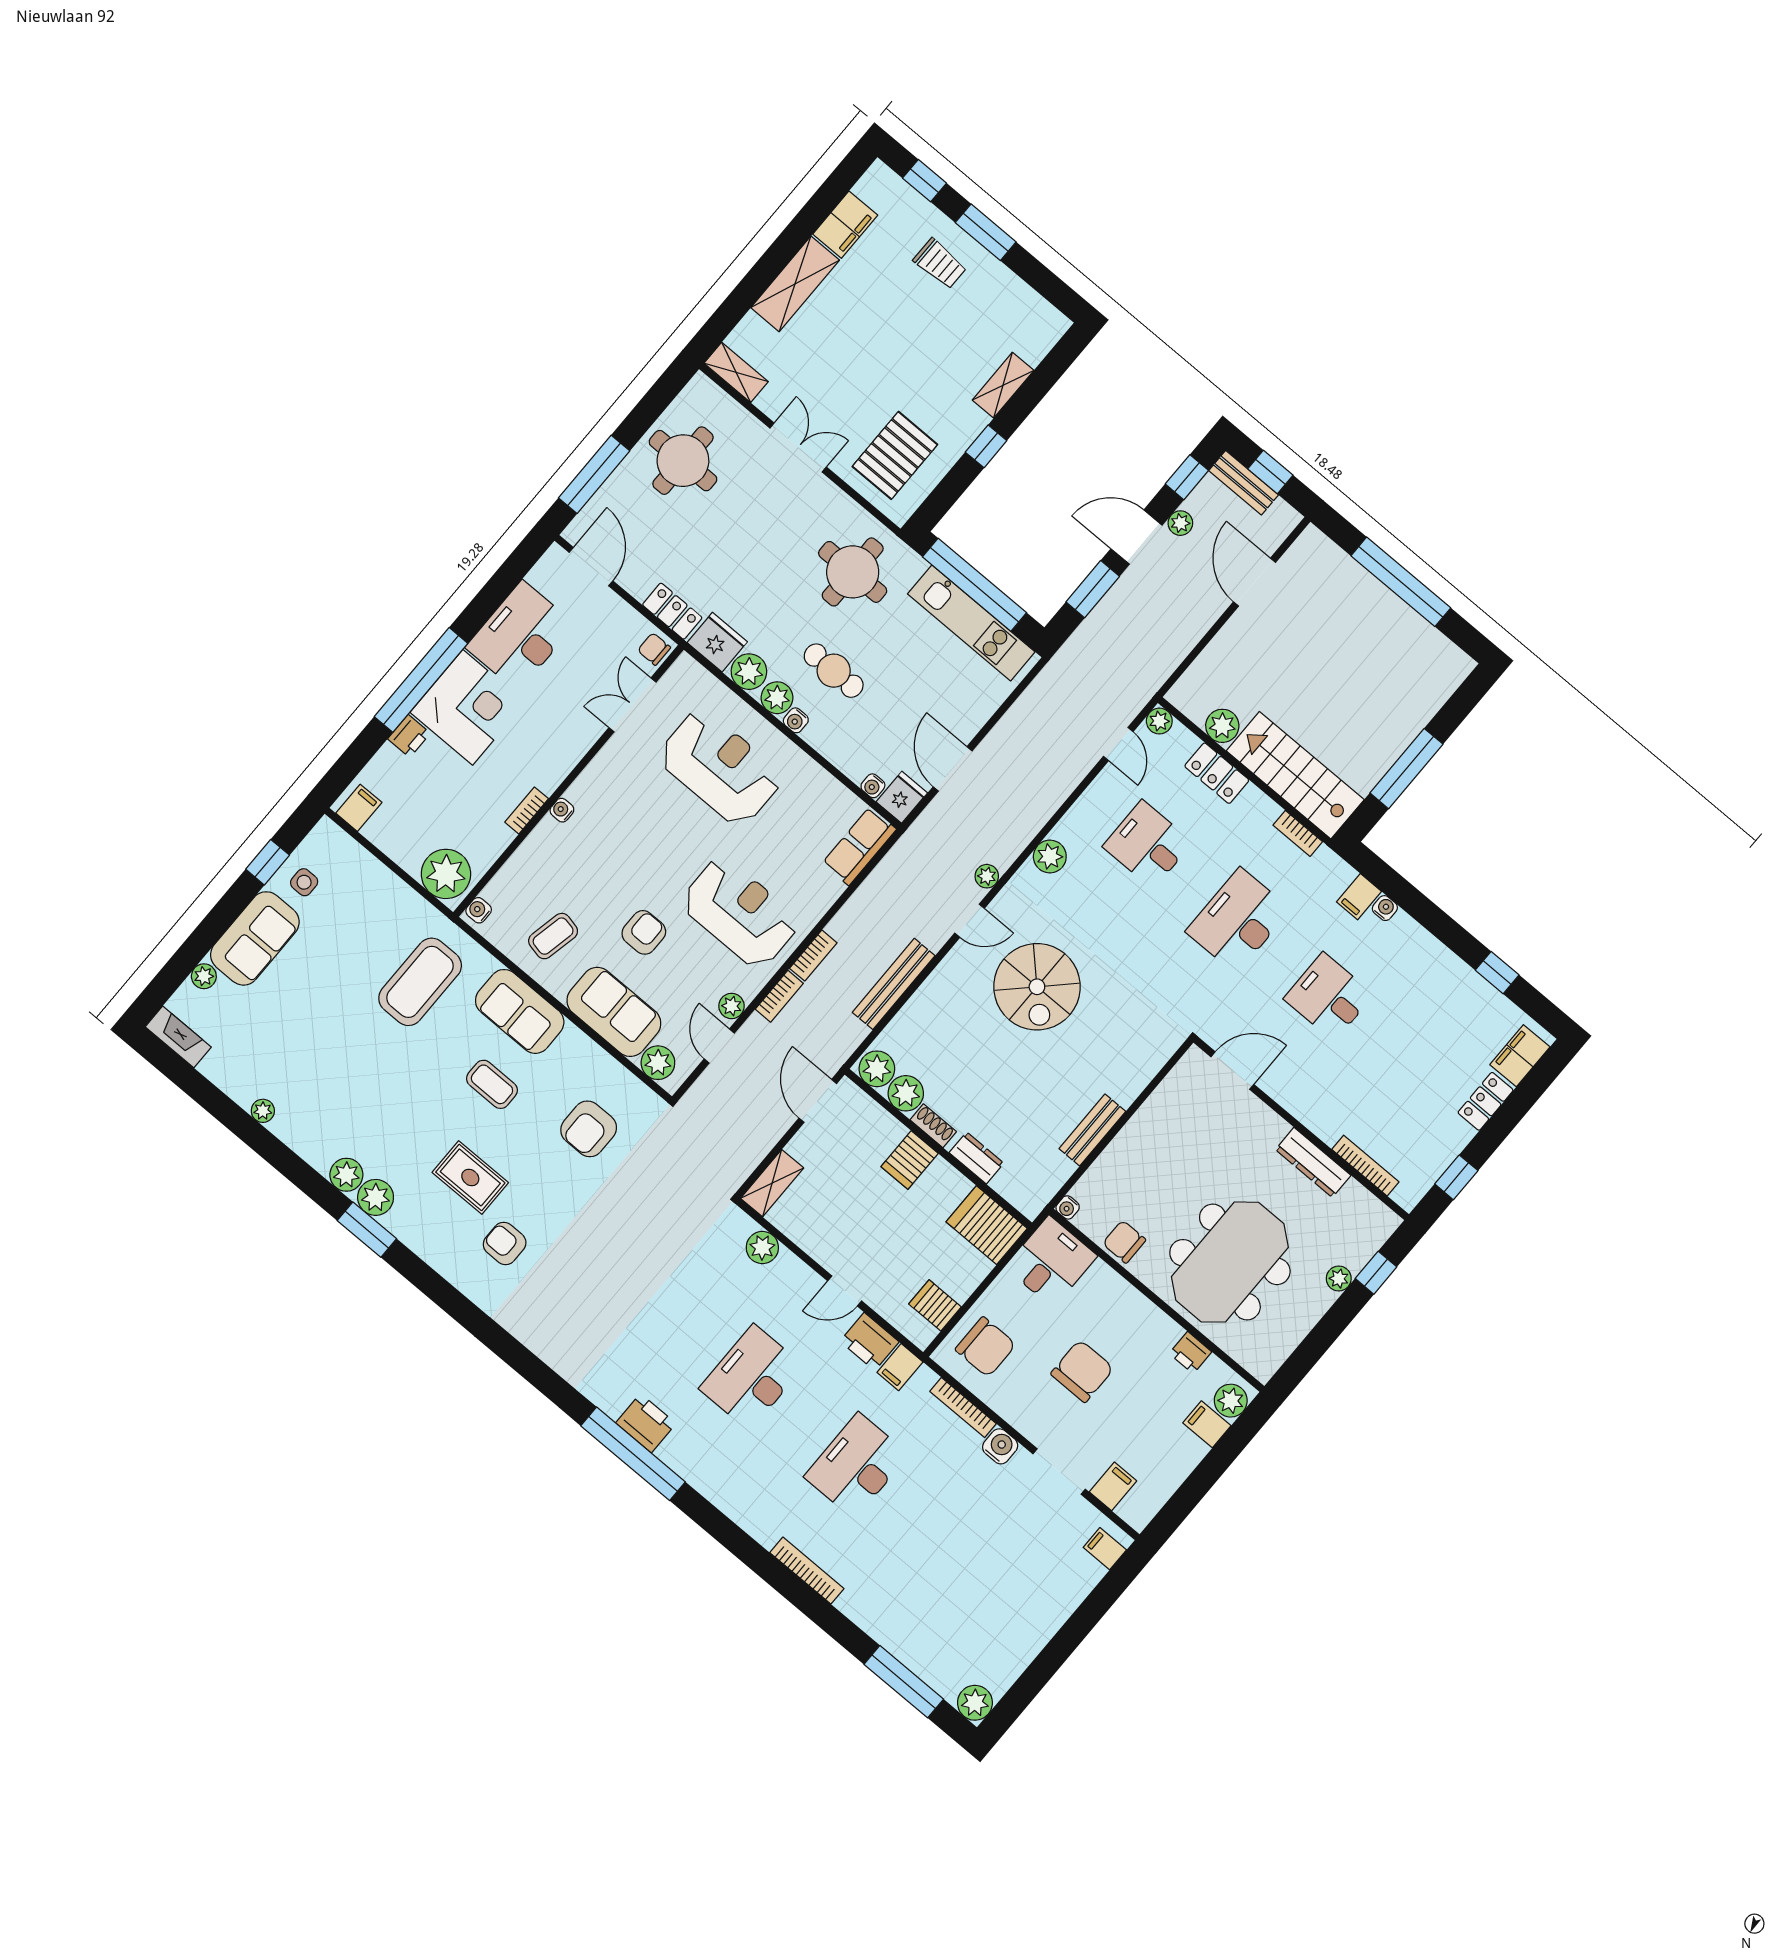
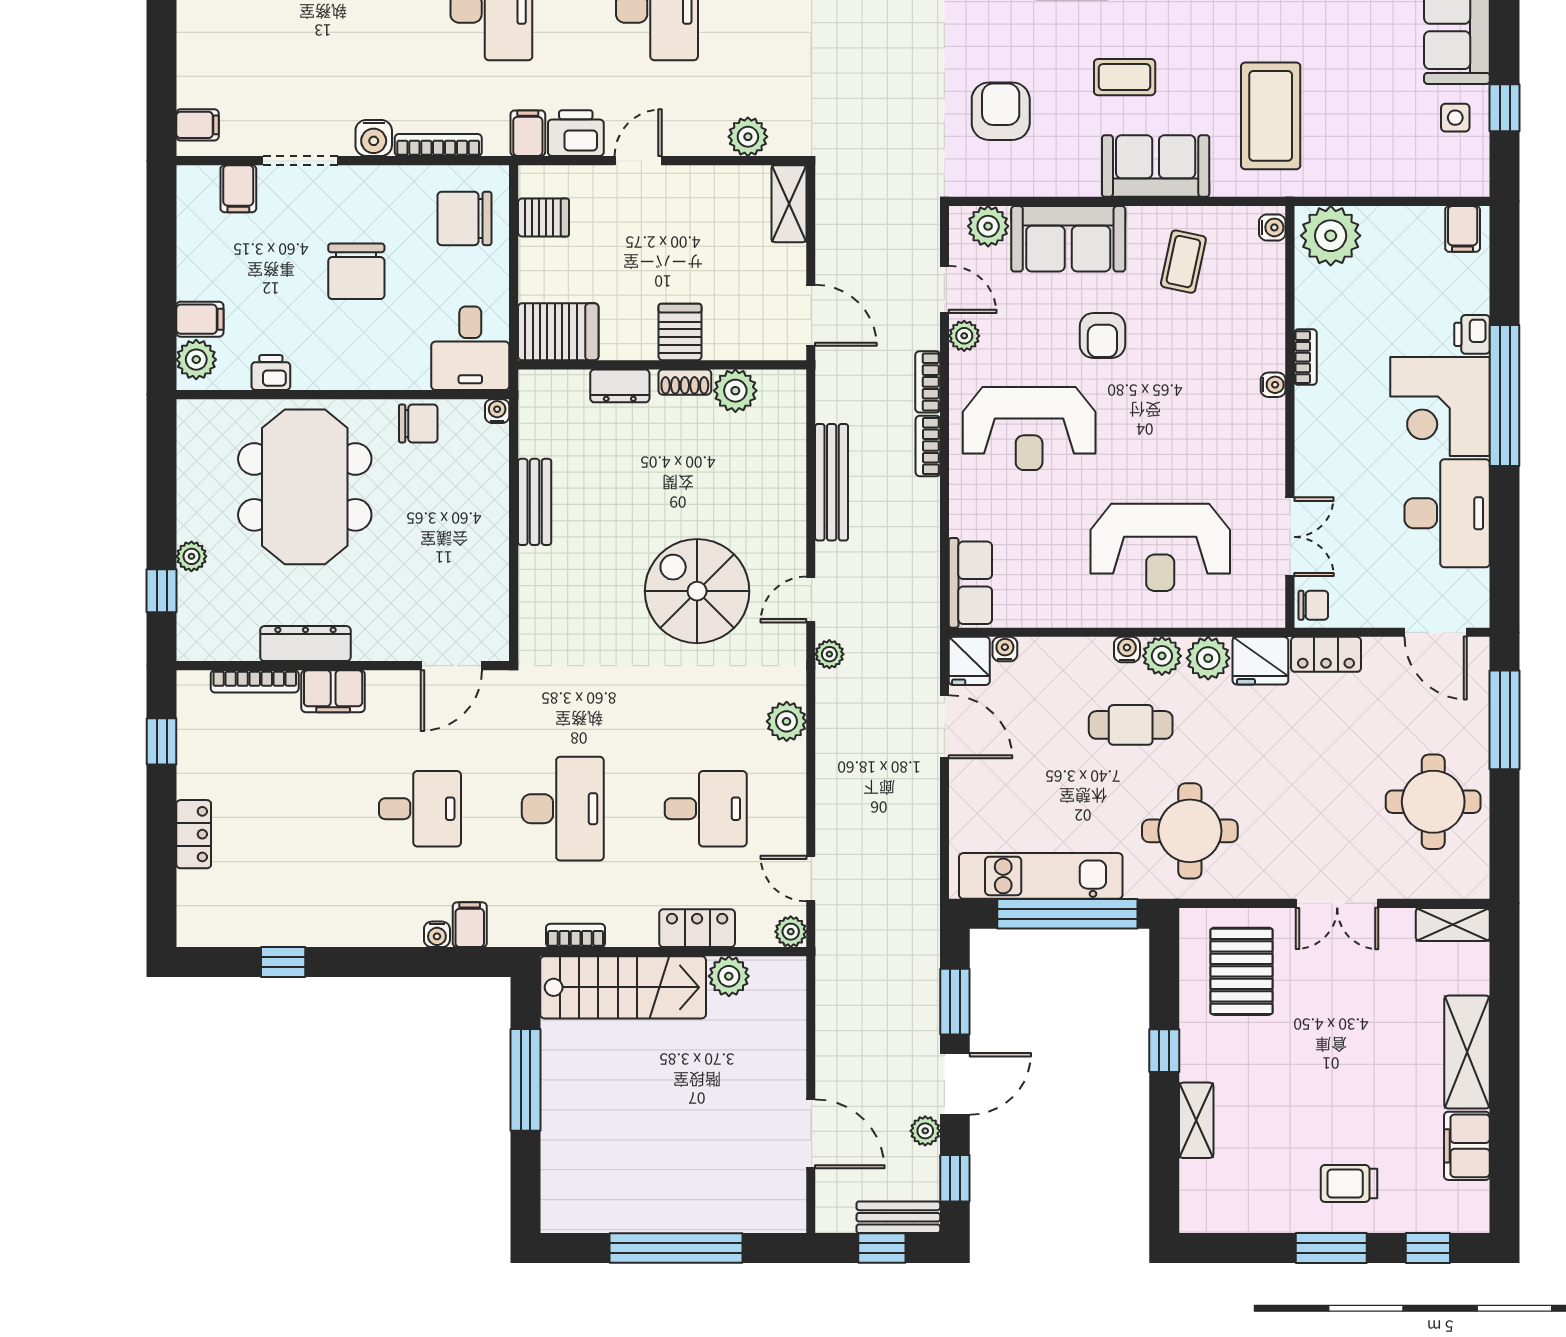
filing cabinet: (1520, 1056) -> (333, 691), moved, turned 90
plant: (877, 1069) -> (781, 391), removed

